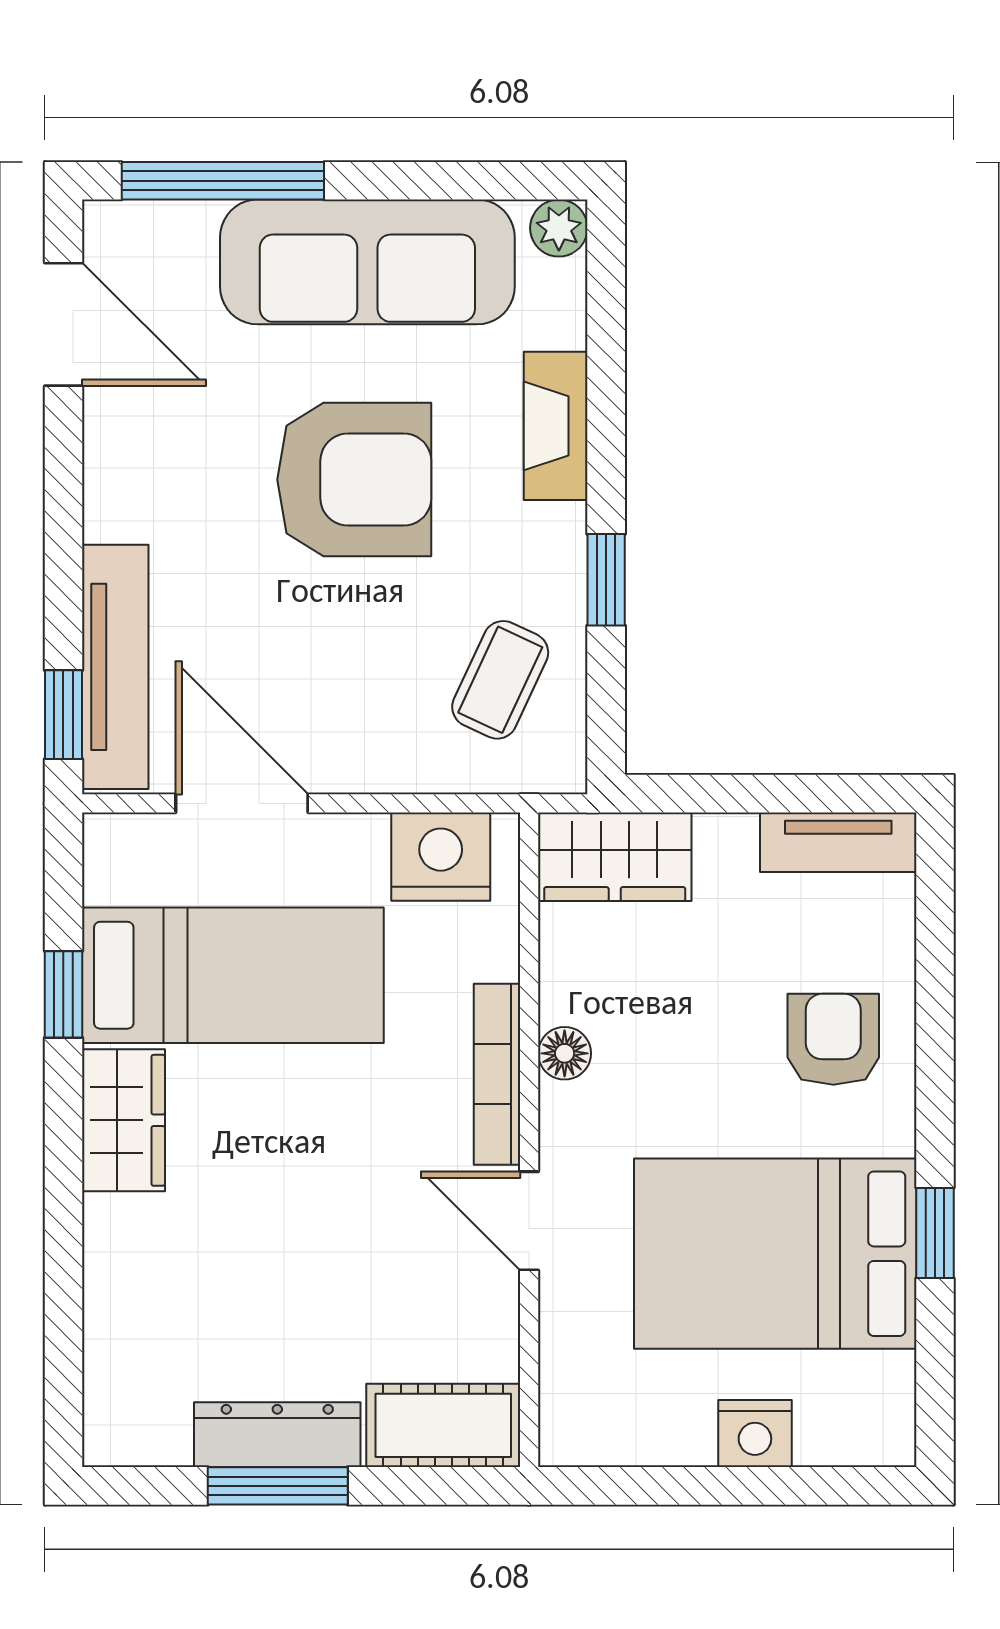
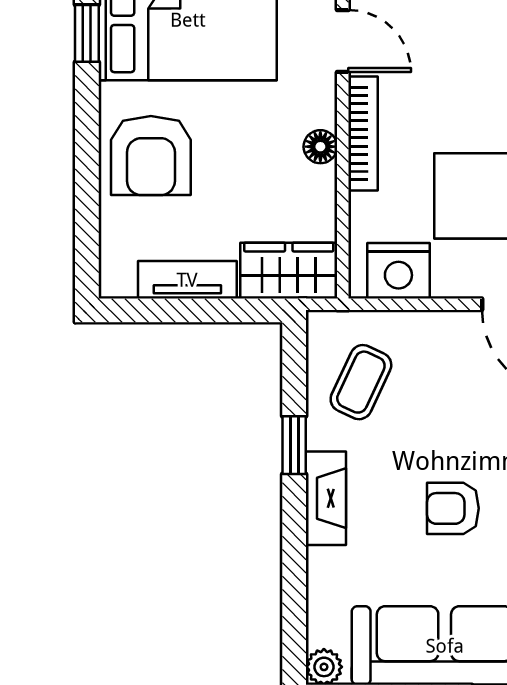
fireplace: (556, 426) -> (326, 498), moved
armchair: (354, 480) -> (453, 508), width x0.53, depth x0.53
tv unit: (838, 842) -> (187, 280), moved
armchair: (833, 1039) -> (151, 156), width x1.38, depth x1.38

